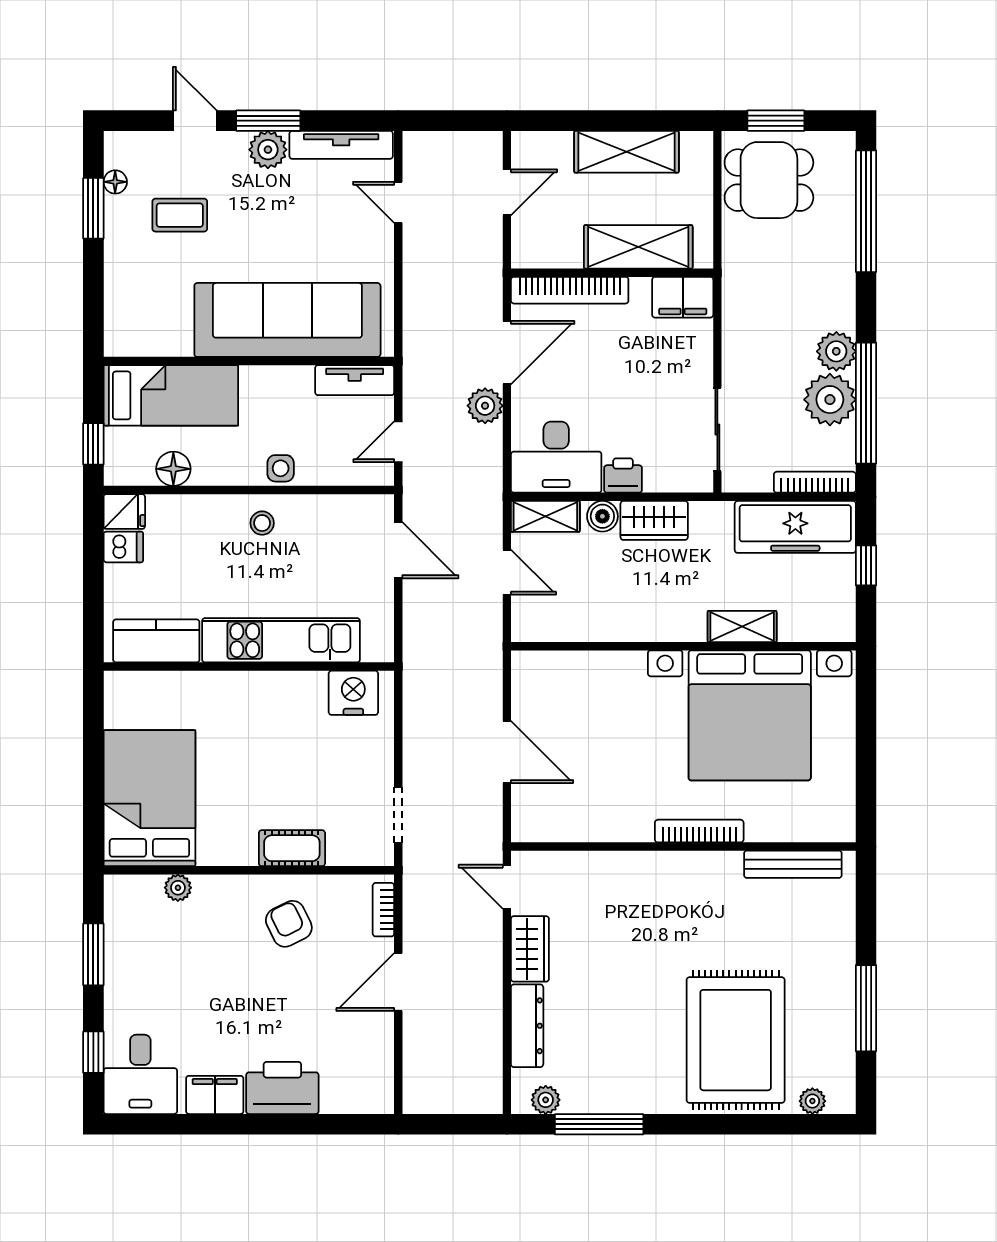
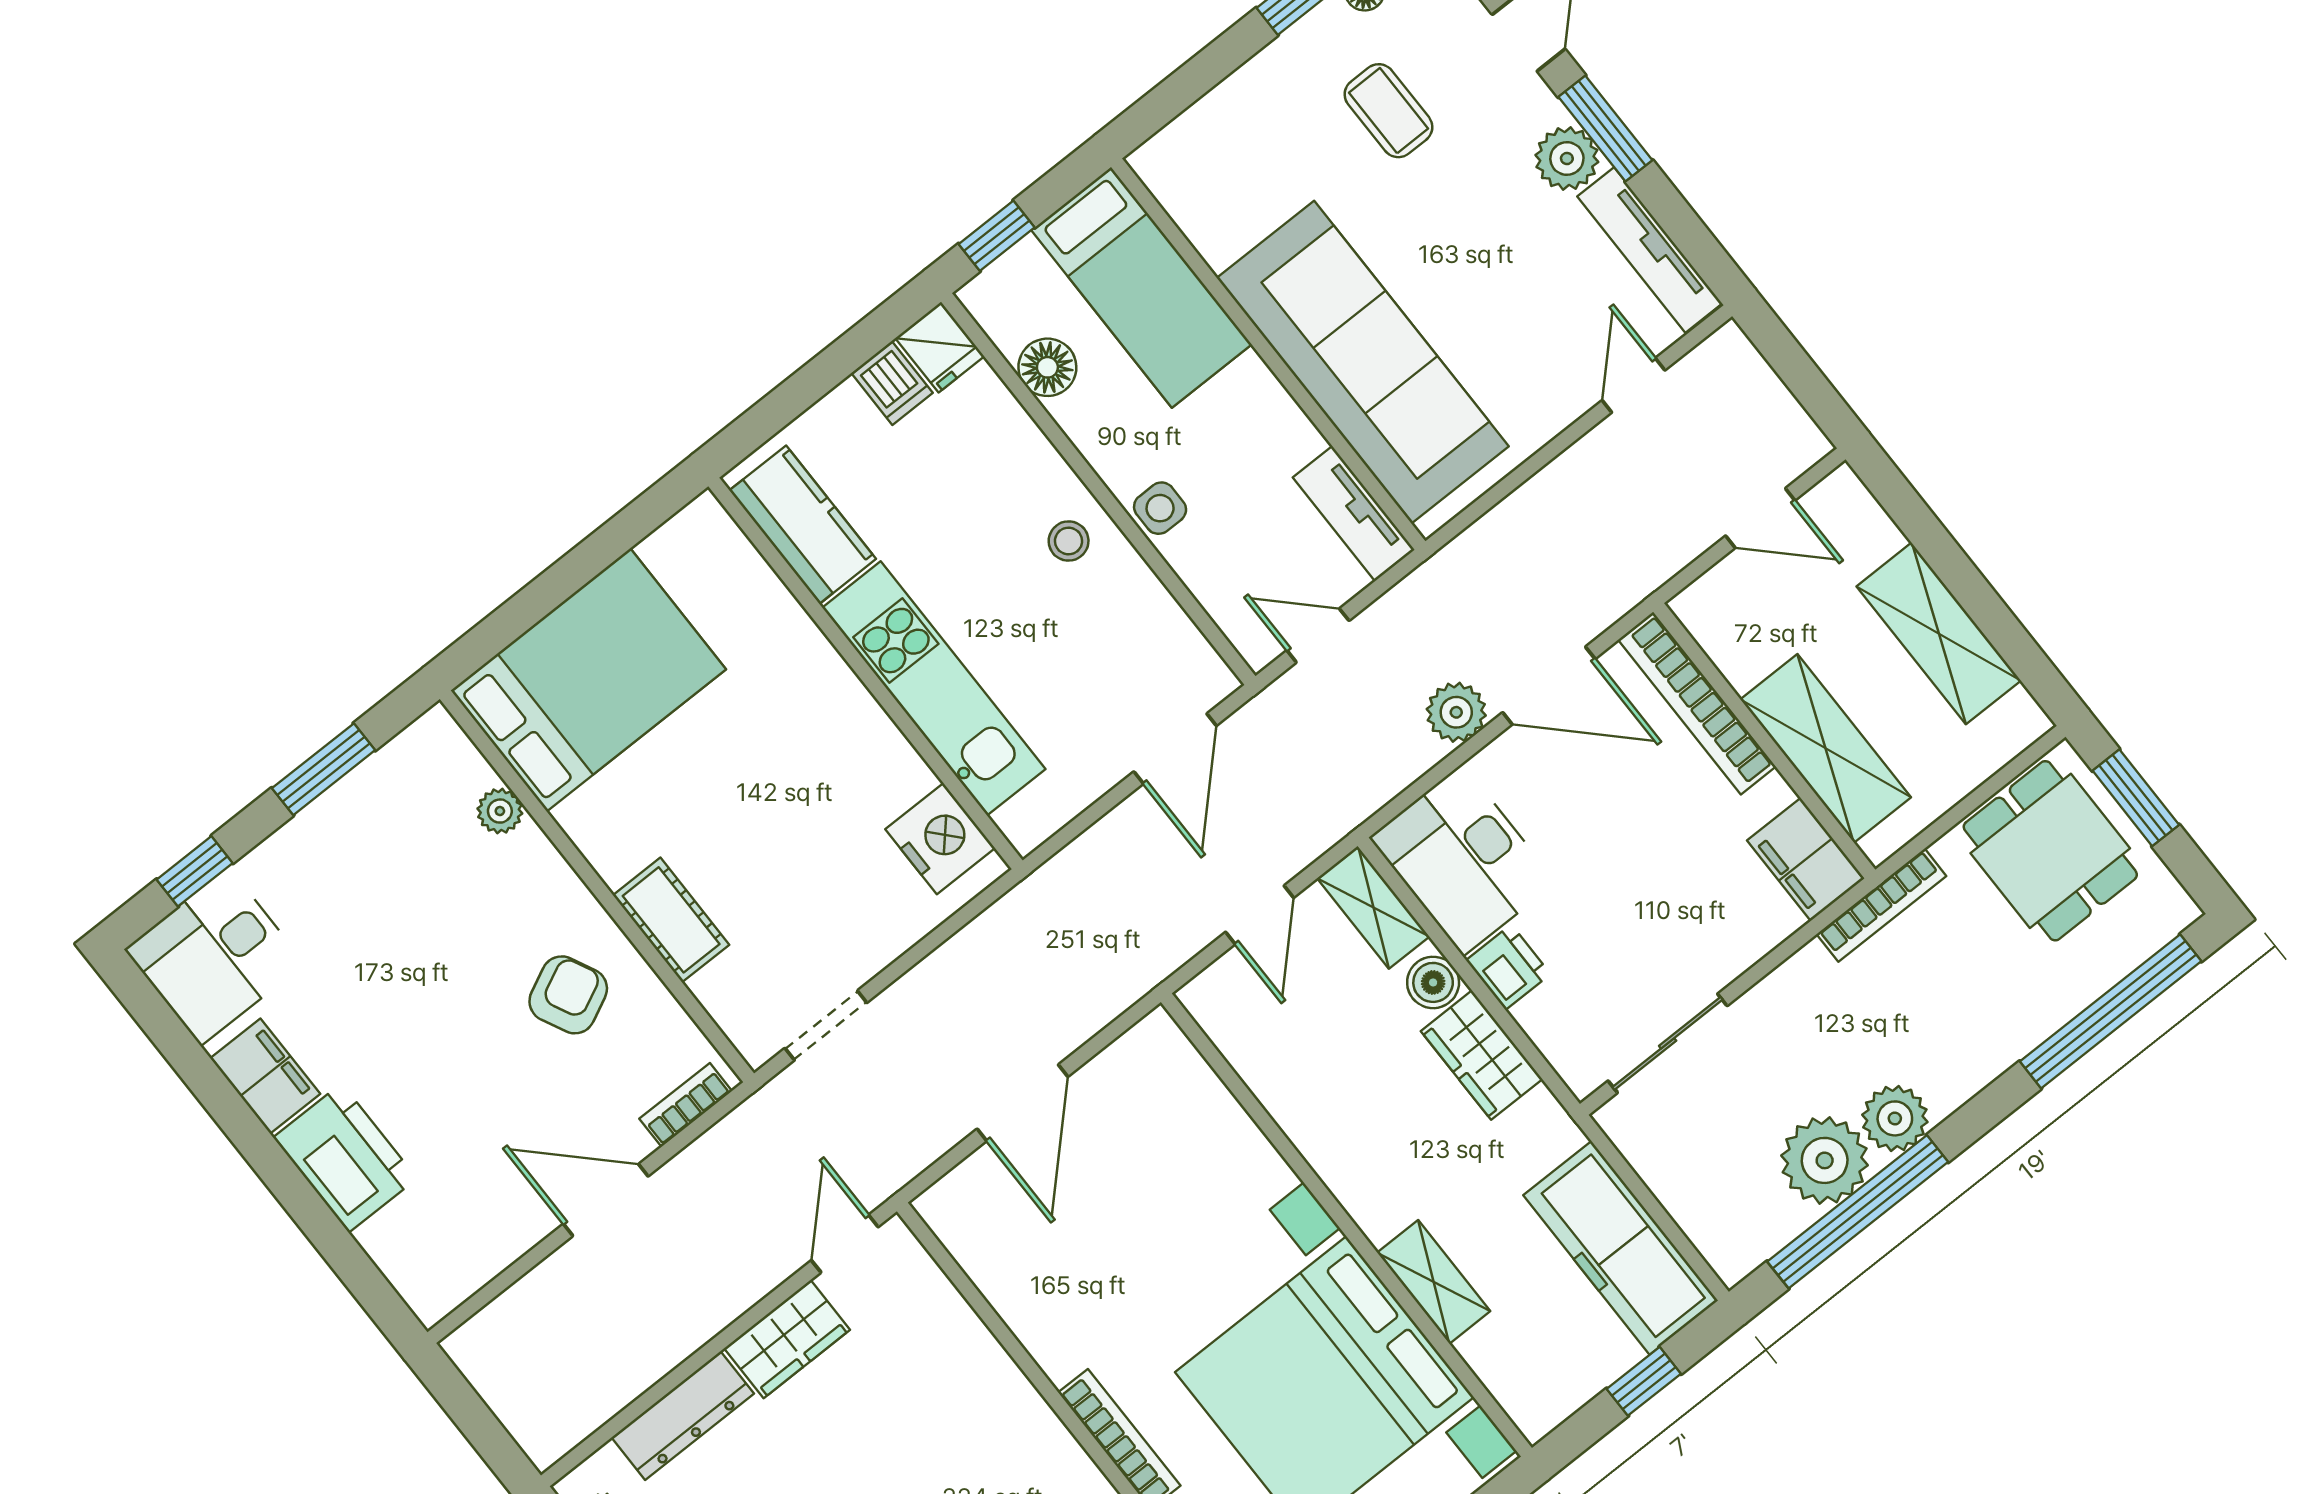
bookcase: (815, 482) -> (1881, 905), moved, turned 90

